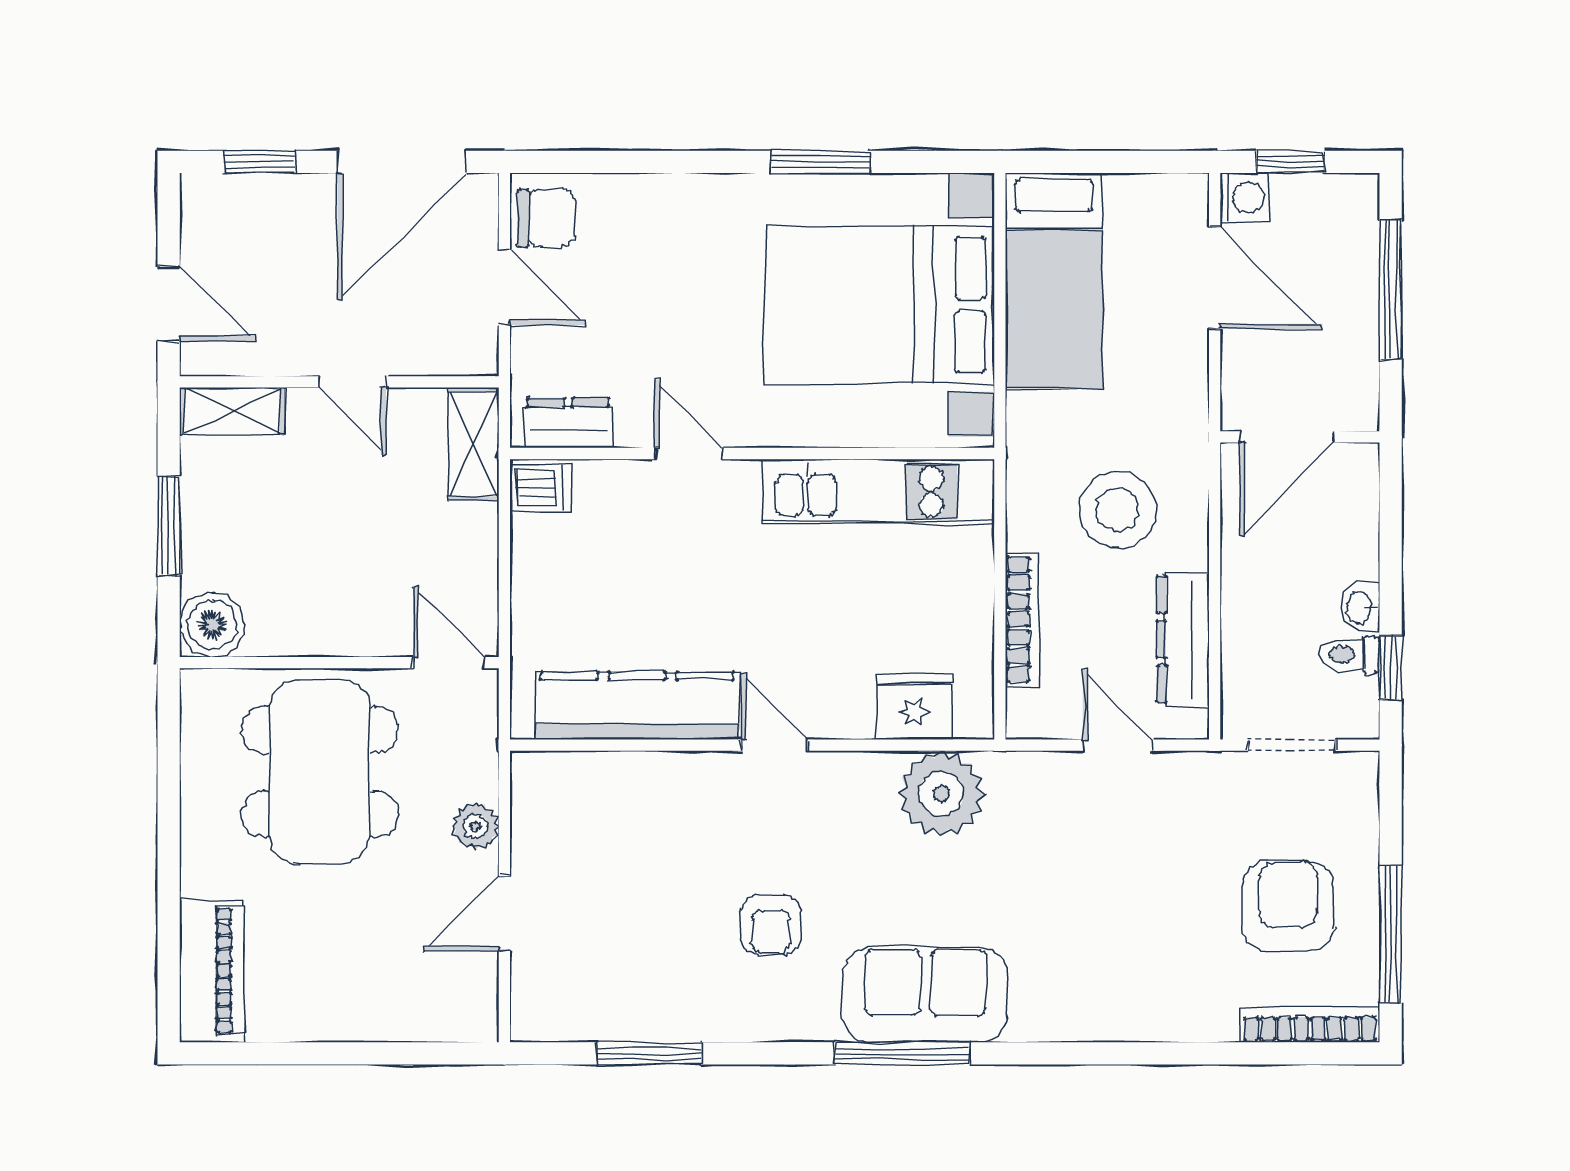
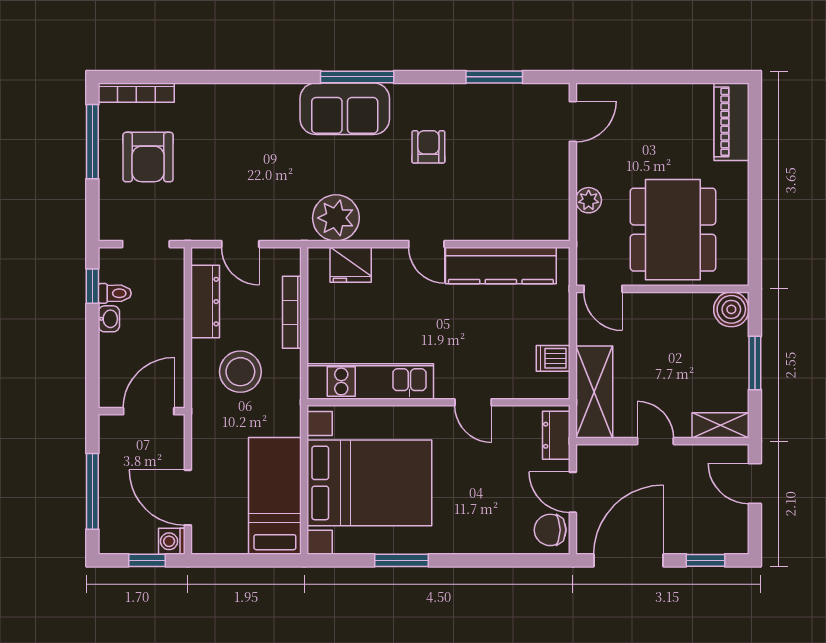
dresser: (568, 423) -> (556, 435), moved, turned 90
shelving: (473, 444) -> (594, 392), width x1.50, depth x1.33
dishwasher: (541, 488) -> (553, 358), moved
door: (504, 913) -> (573, 121), moved

